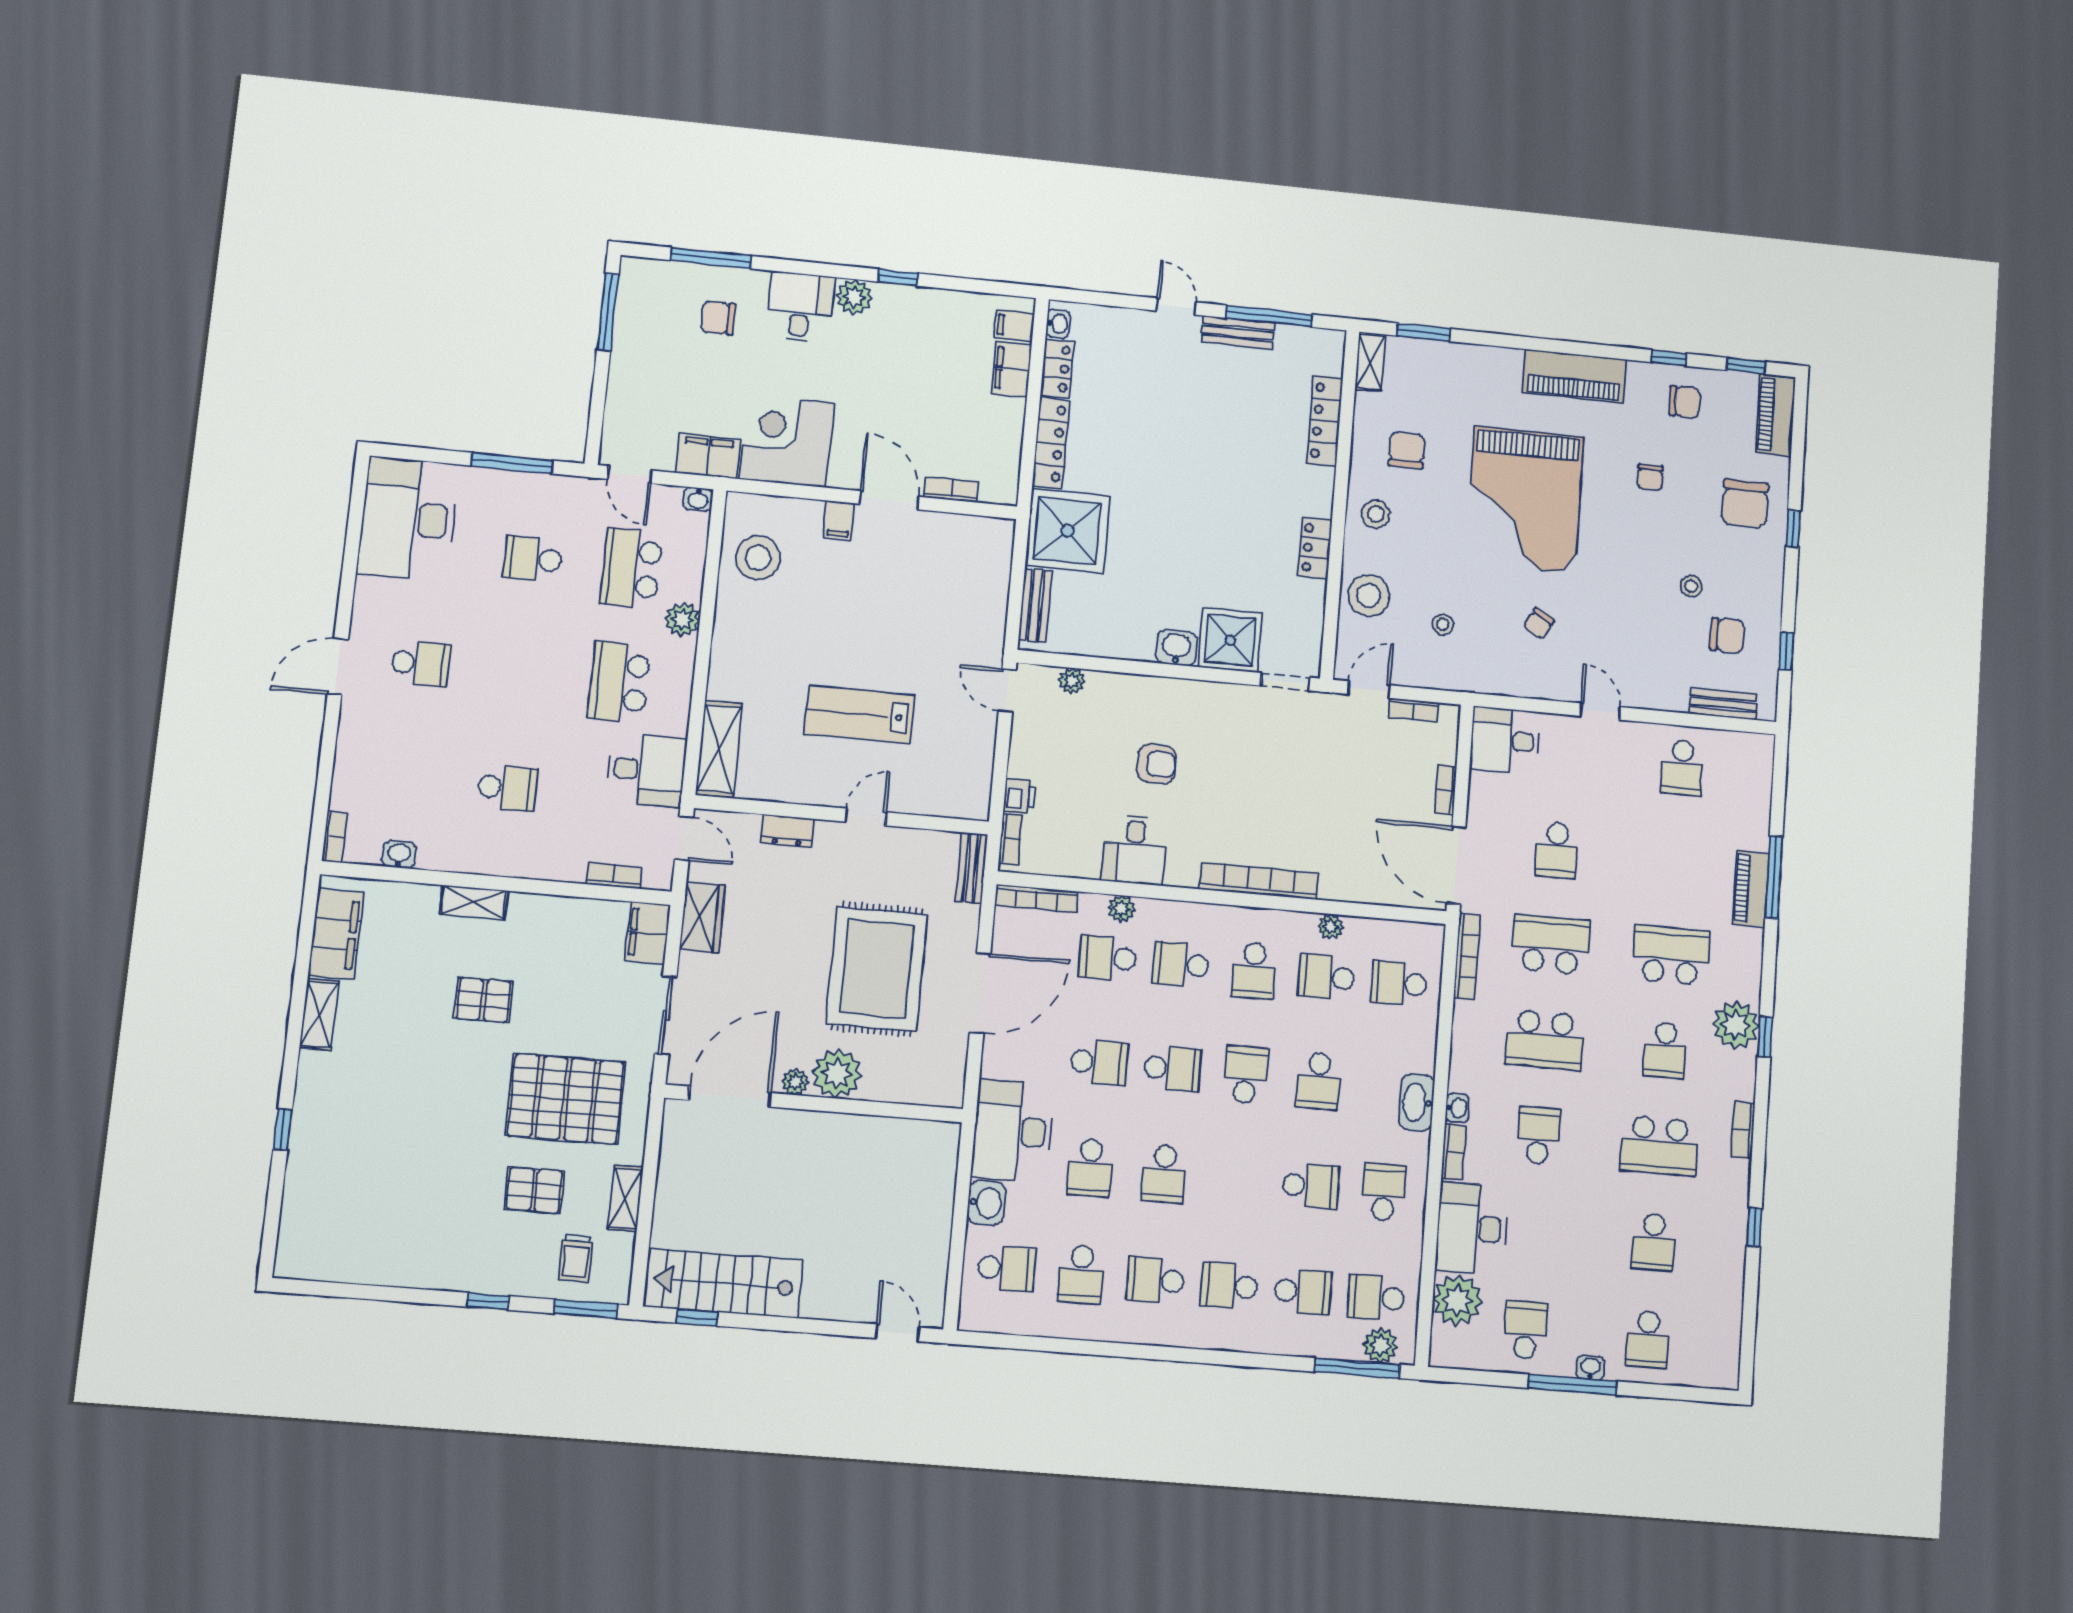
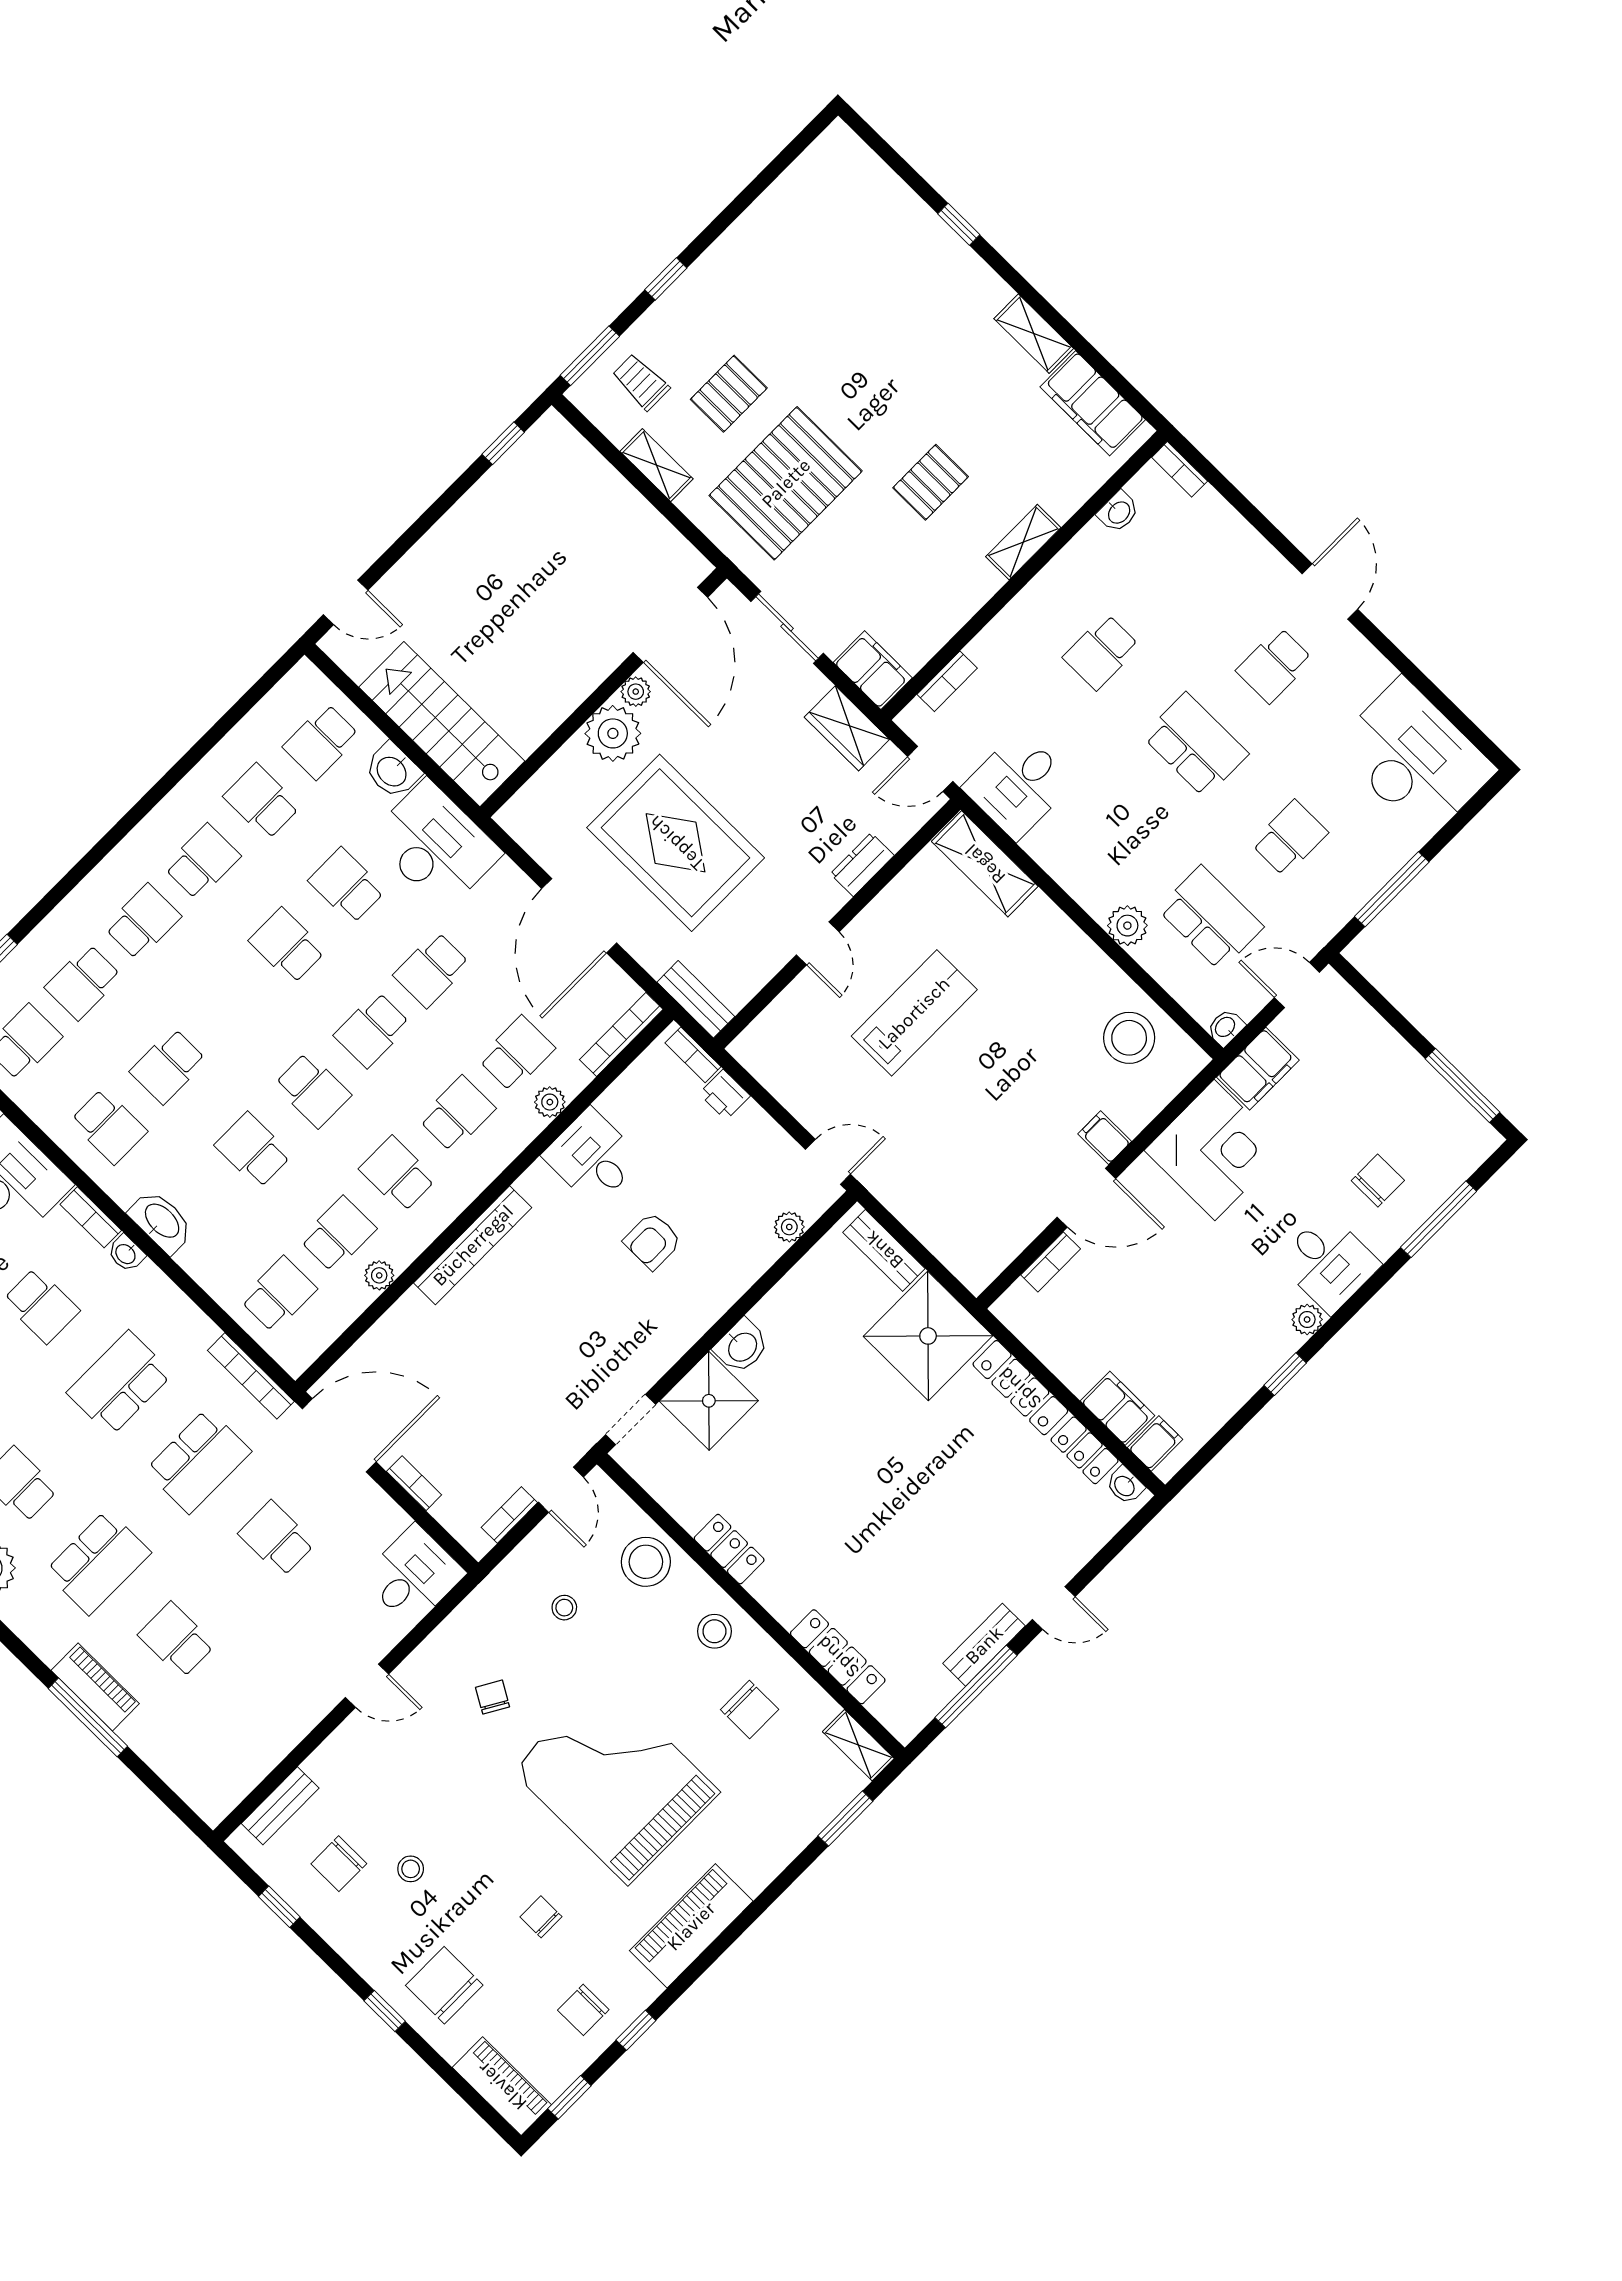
plant: (854, 297) -> (1307, 1320), width x0.73, depth x0.73
school desk: (619, 682) -> (1195, 745), moved
school desk: (1682, 768) -> (176, 1640), moved
stairs: (724, 1283) -> (442, 724), moved, turned -90

